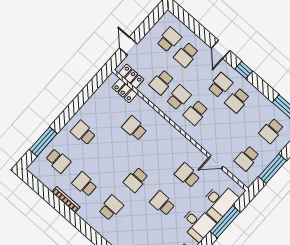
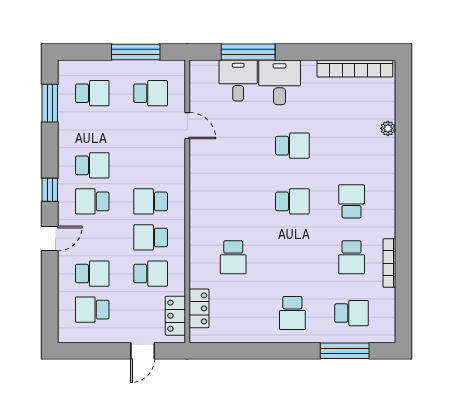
school desk: (196, 113) -> (151, 201), turned 180
school desk: (58, 161) -> (352, 313), turned 90
school desk: (187, 175) -> (233, 146), removed
desk: (219, 202) -> (238, 81), width x0.73
school desk: (162, 203) -> (292, 146), turned -90
school desk: (111, 208) -> (352, 201), turned 90

